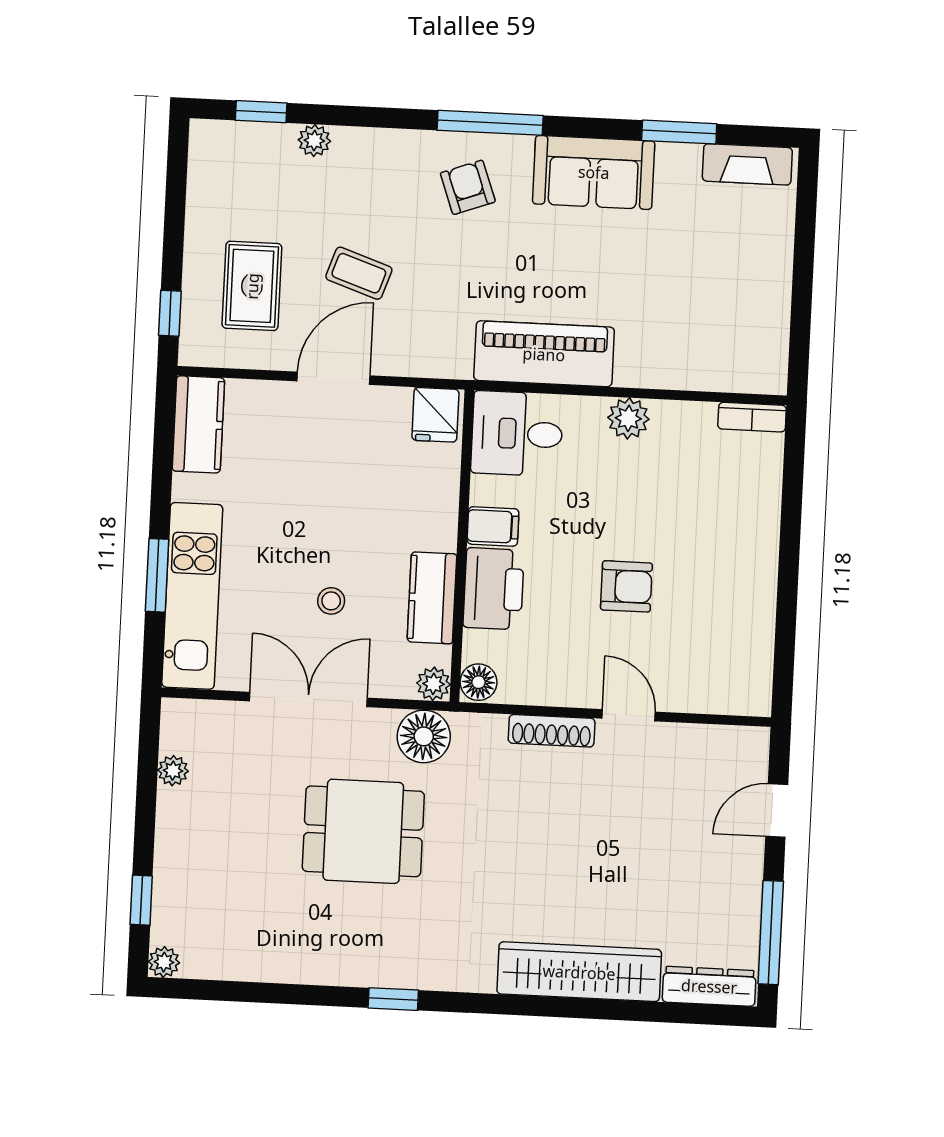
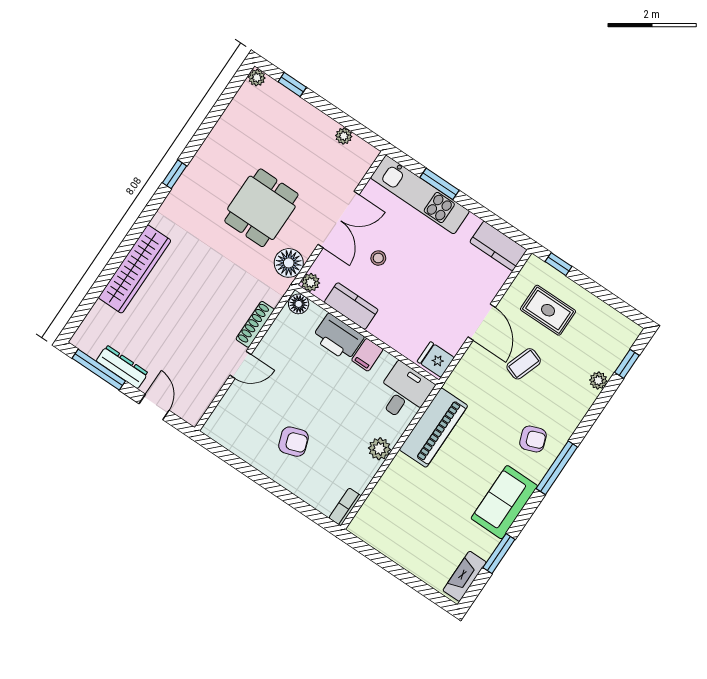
armchair: (626, 586) -> (293, 442), moved, turned -109
dresser: (709, 986) -> (122, 367), moved, turned -90

